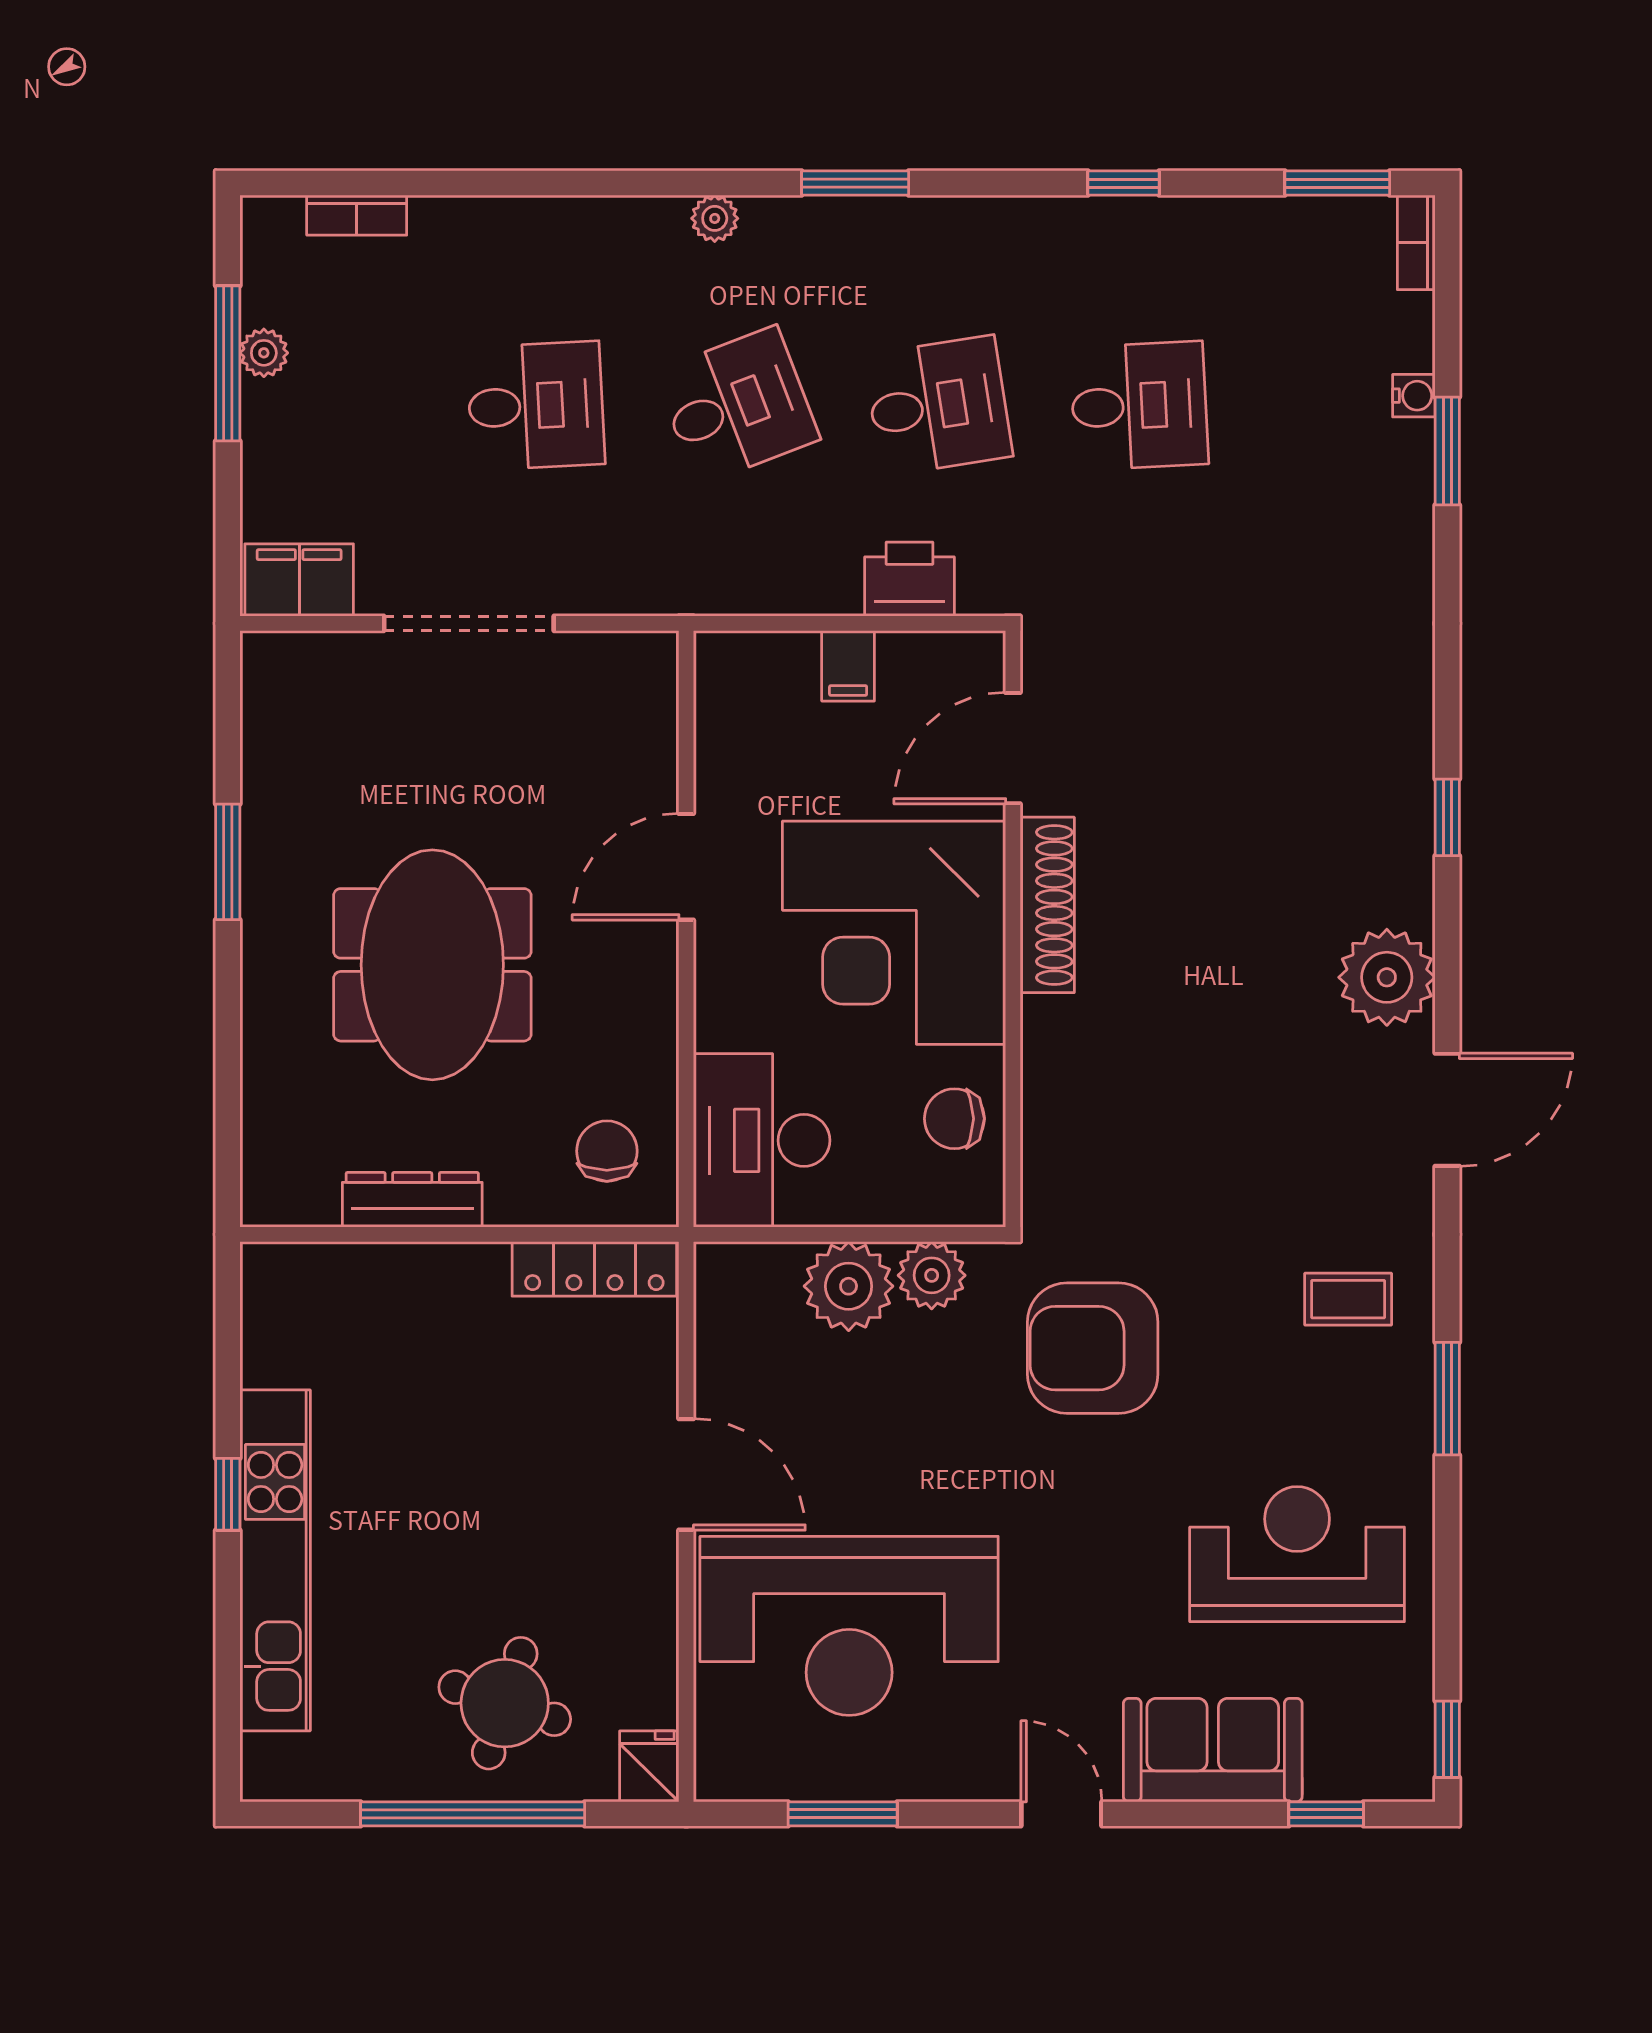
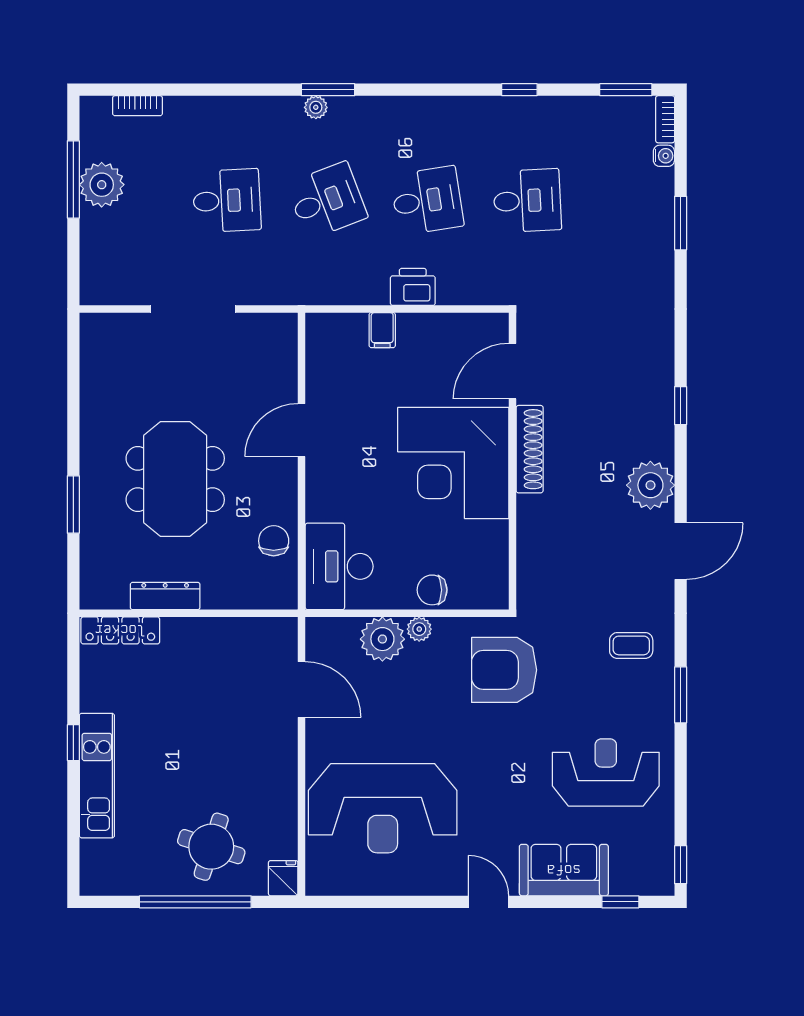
window: (855, 183) -> (328, 90), moved
plant: (264, 353) -> (102, 185), width x1.88, depth x1.88
water cooler: (1414, 396) -> (664, 156), moved
filing cabinet: (299, 580) -> (109, 287), removed
door: (1013, 748) -> (512, 371), moved
window: (228, 862) -> (73, 505), moved
shoe rack: (1047, 905) -> (530, 449), moved
wall: (1013, 929) -> (512, 461), moved
corner desk: (894, 933) -> (453, 463), moved
chair: (954, 1119) -> (432, 590), moved
chair: (607, 1151) -> (274, 541), moved
locker: (594, 1269) -> (120, 630), moved
plant: (932, 1275) -> (419, 629), width x0.73, depth x0.73
door: (686, 1474) -> (302, 689), moved
kitchen unit: (275, 1560) -> (97, 776), width x0.73
window: (843, 1814) -> (379, 902), removed

